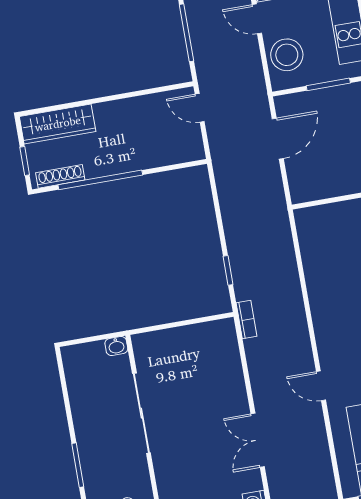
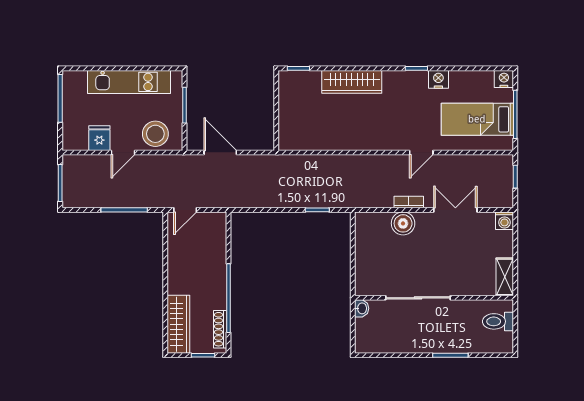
bookcase: (246, 320) -> (409, 202), moved
boiler: (230, 379) -> (403, 223), added
double door: (258, 440) -> (455, 210), swing flipped

